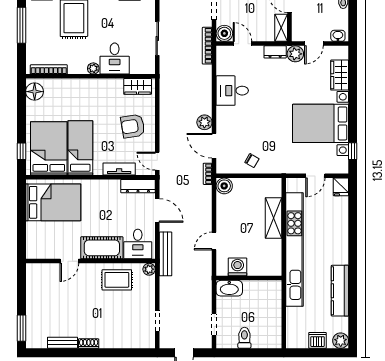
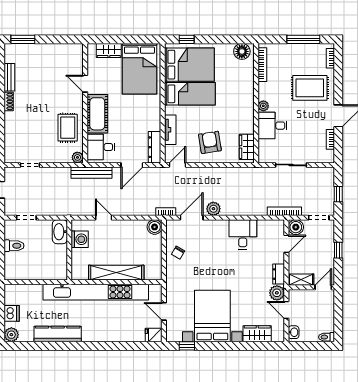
shelving: (273, 218) -> (116, 273), width x1.47
wardrobe: (34, 235) -> (109, 51), added

